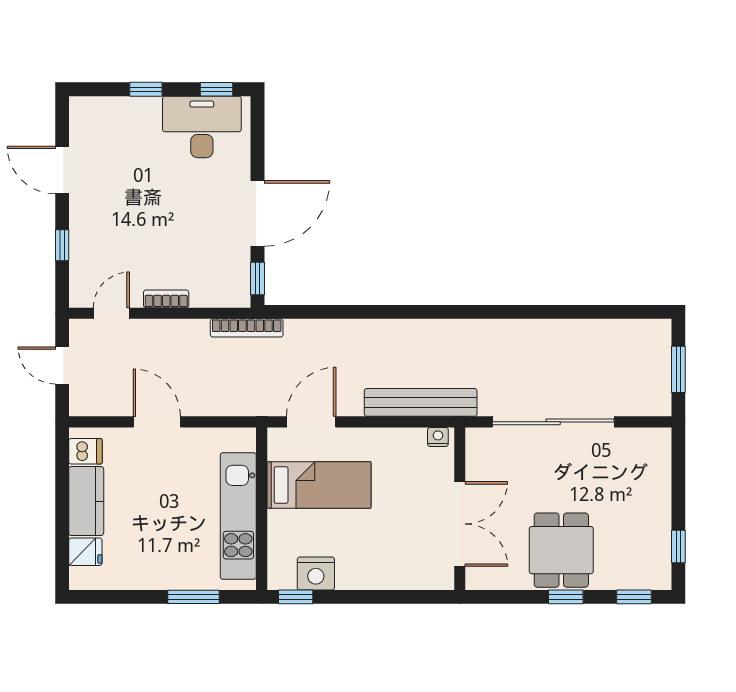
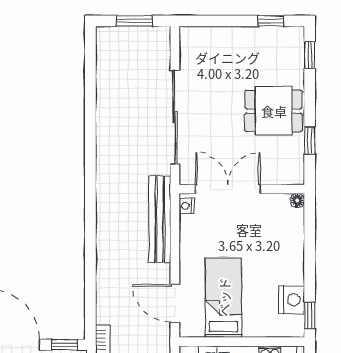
double door: (460, 524) -> (228, 189), moved
floor lamp: (445, 581) -> (297, 200), added
window: (566, 597) -> (310, 140), moved

